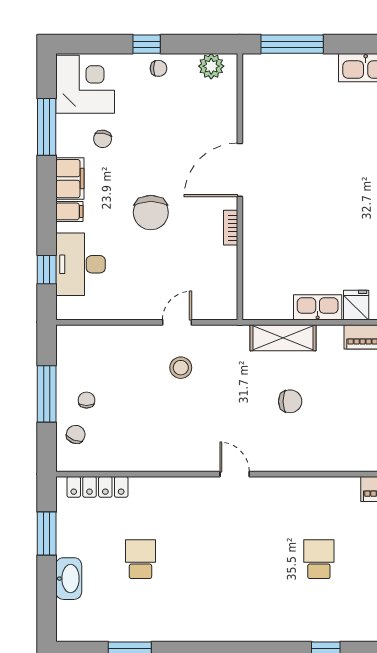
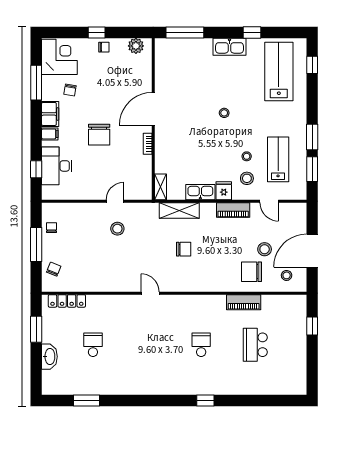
stool: (357, 177) -> (224, 113), added
shelving: (252, 299) -> (160, 187), added
chair: (86, 400) -> (52, 228), moved

